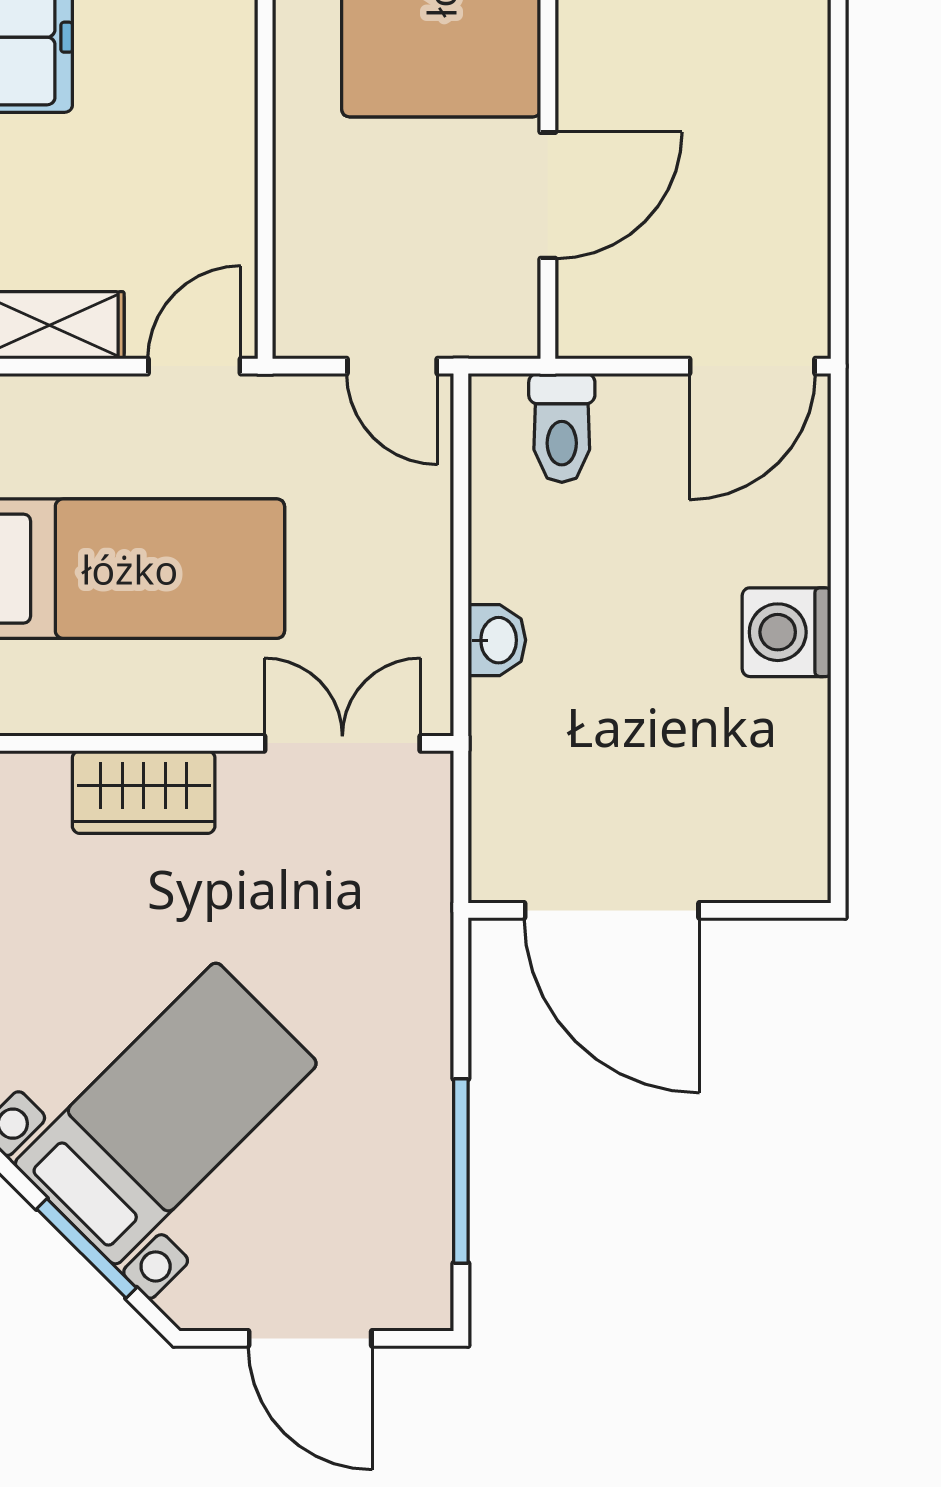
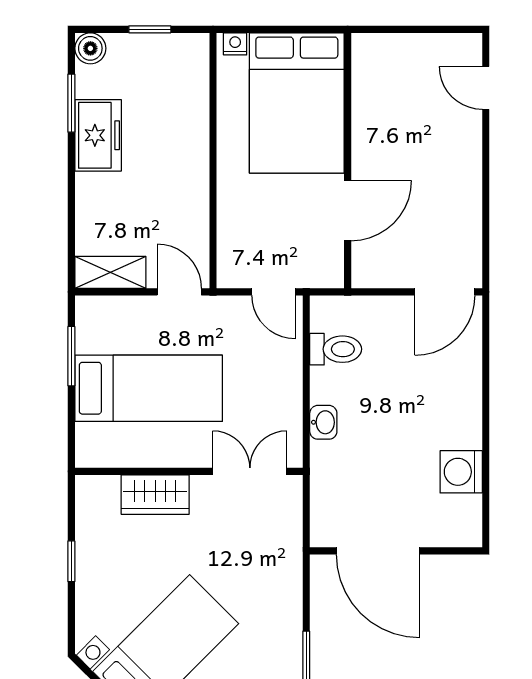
door: (194, 366) -> (179, 292), hinge flipped
toilet: (562, 428) -> (336, 349), moved, turned -90
washing machine: (787, 632) -> (461, 472), moved

